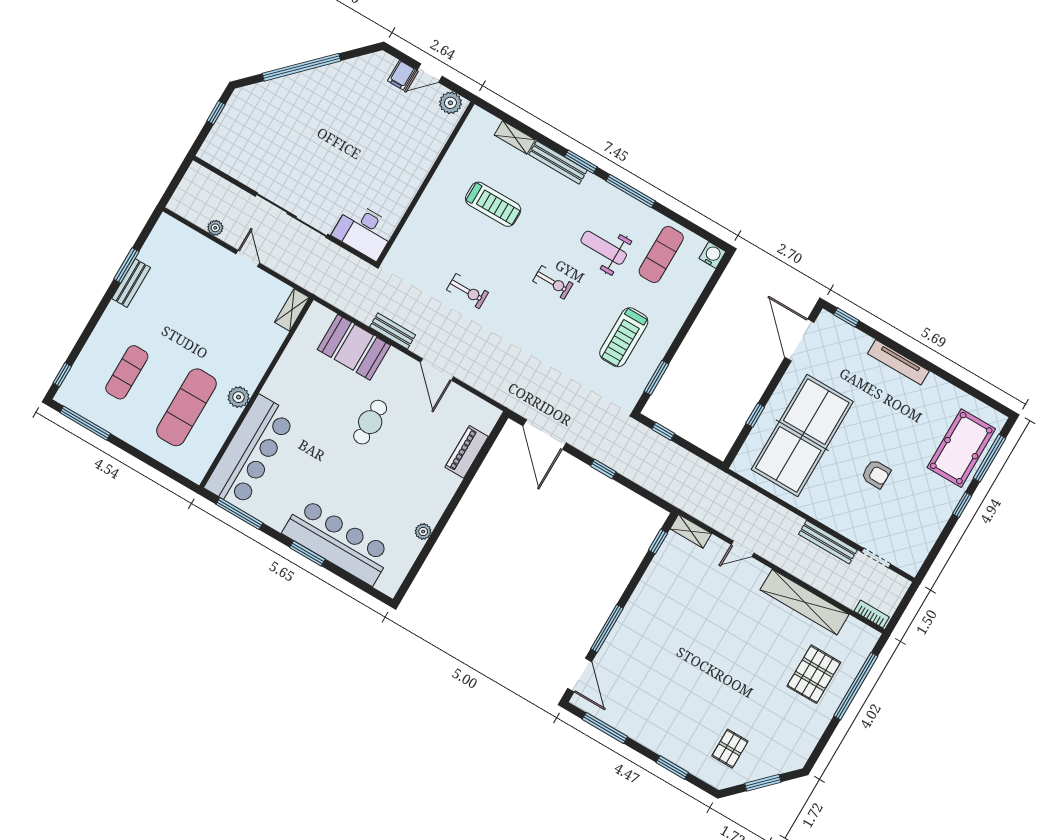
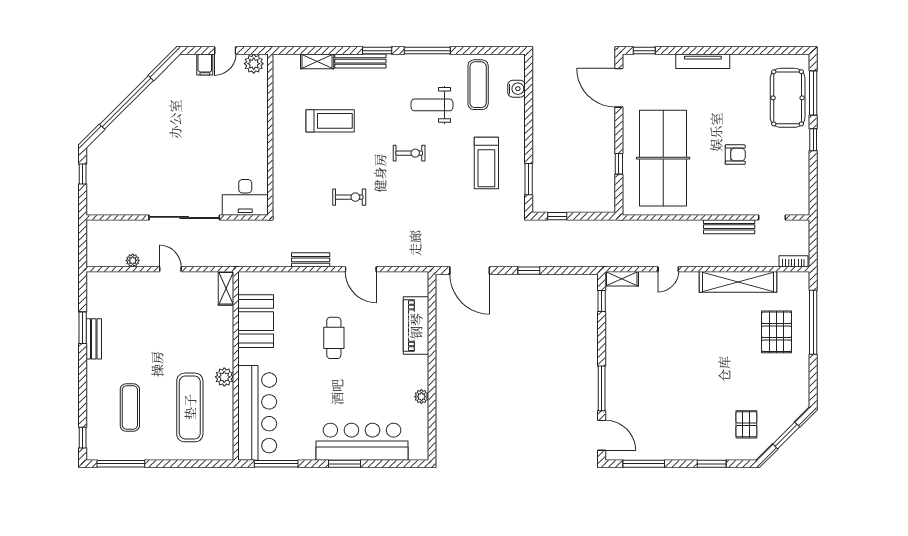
water cooler: (712, 255) -> (517, 89), moved, turned 90
booth: (354, 347) -> (256, 321), moved, turned 90
piano: (467, 452) -> (416, 326), width x1.37, depth x1.33

